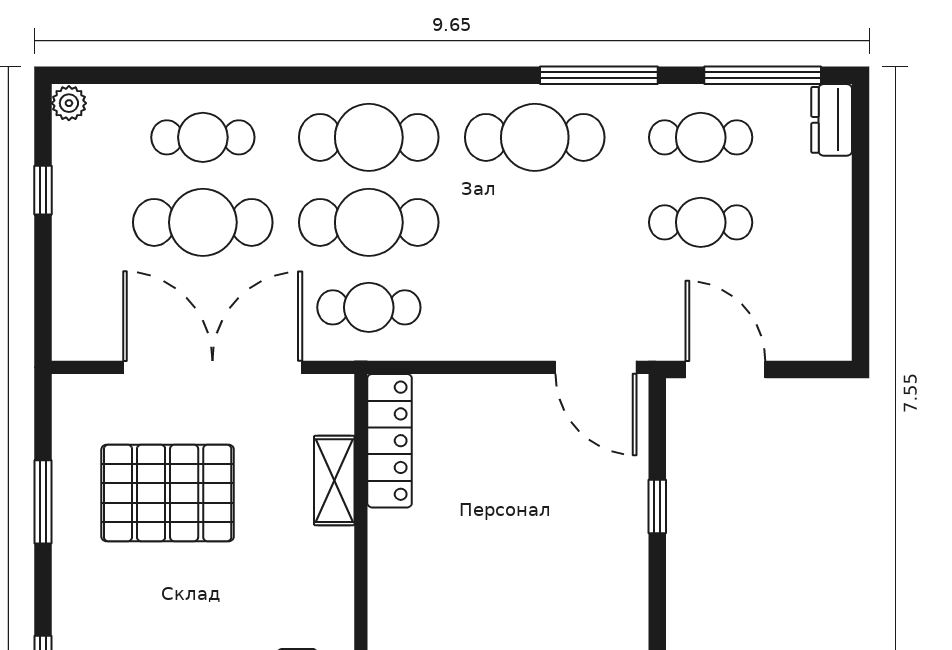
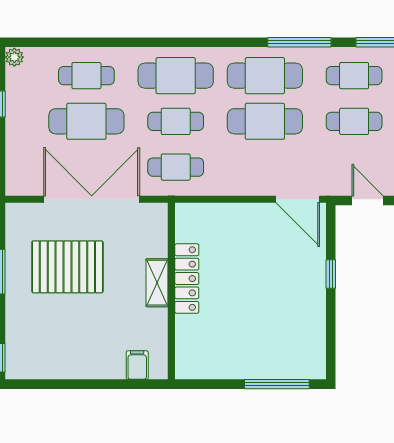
cafe table: (369, 222) -> (176, 121), width x0.73, depth x0.74
cafe table: (535, 222) -> (265, 121), added
door: (725, 369) -> (367, 200), width x0.73
locker: (390, 441) -> (187, 279), moved
shelving: (334, 481) -> (157, 283), moved

